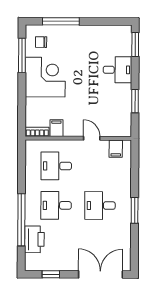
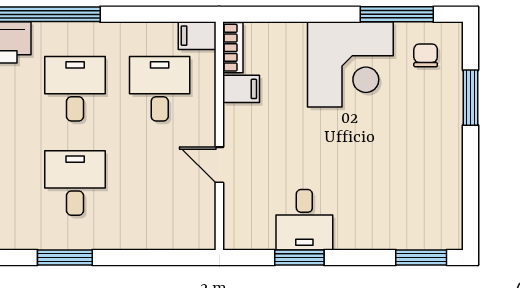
window: (61, 21) -> (470, 98), width x0.69
desk: (118, 70) -> (304, 220), moved
door: (92, 138) -> (219, 165), swing flipped
filing cabinet: (116, 149) -> (197, 36), moved

